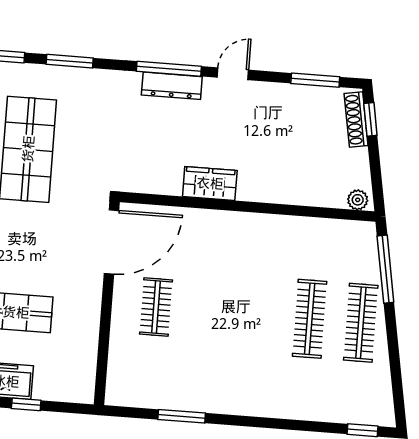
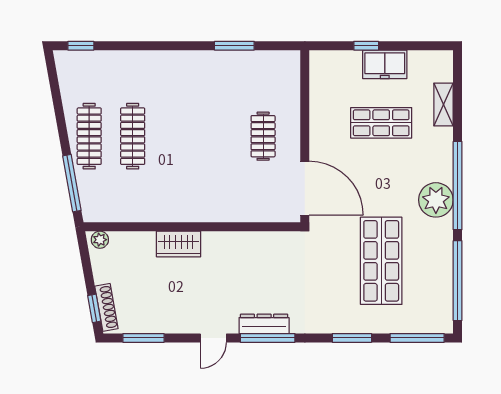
wardrobe: (210, 183) -> (179, 244), moved
door: (111, 242) -> (305, 188), swing flipped

